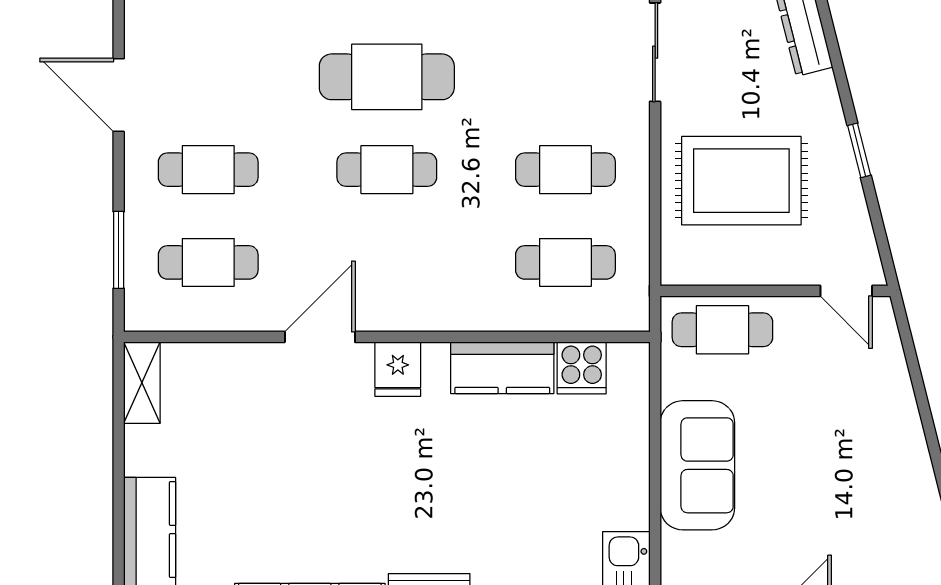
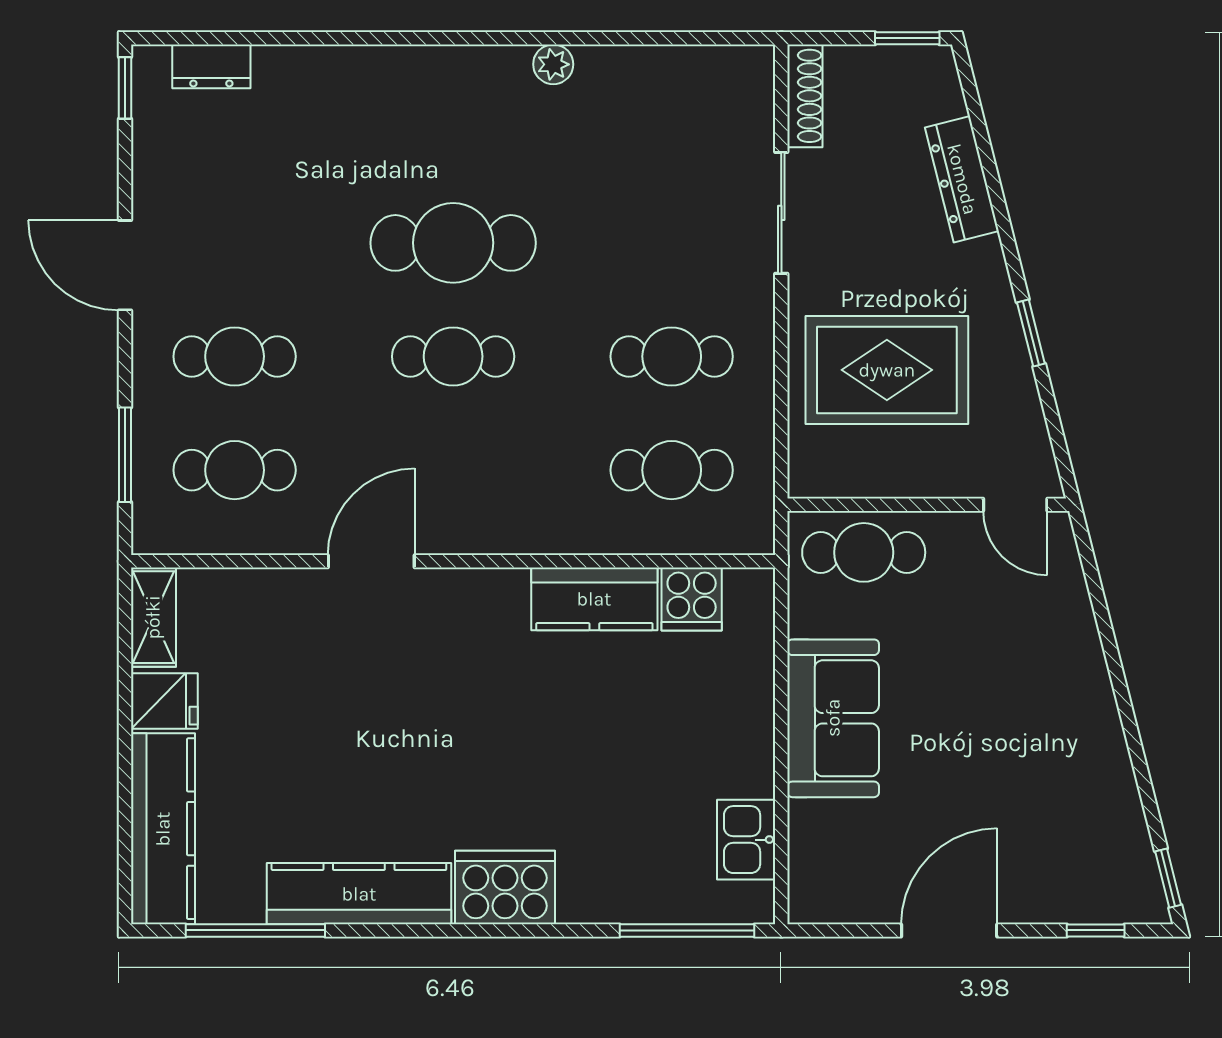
fridge: (398, 369) -> (164, 701), moved, turned -90

